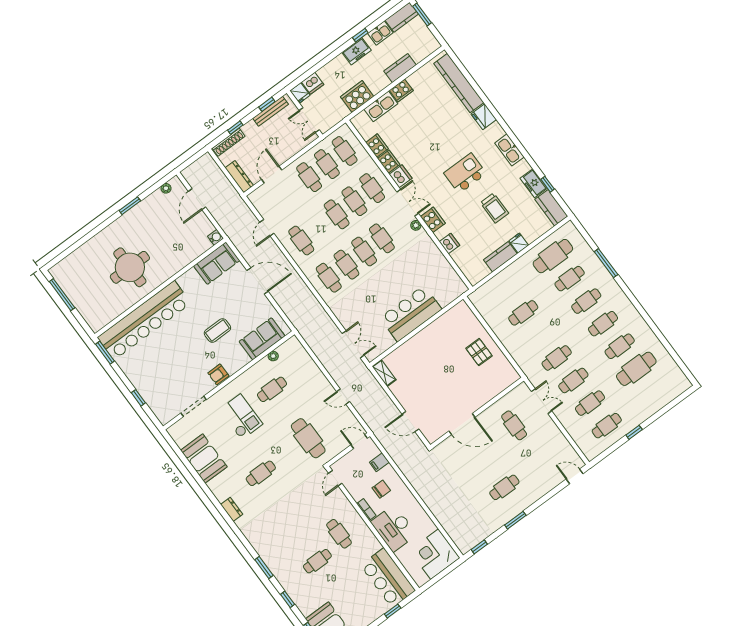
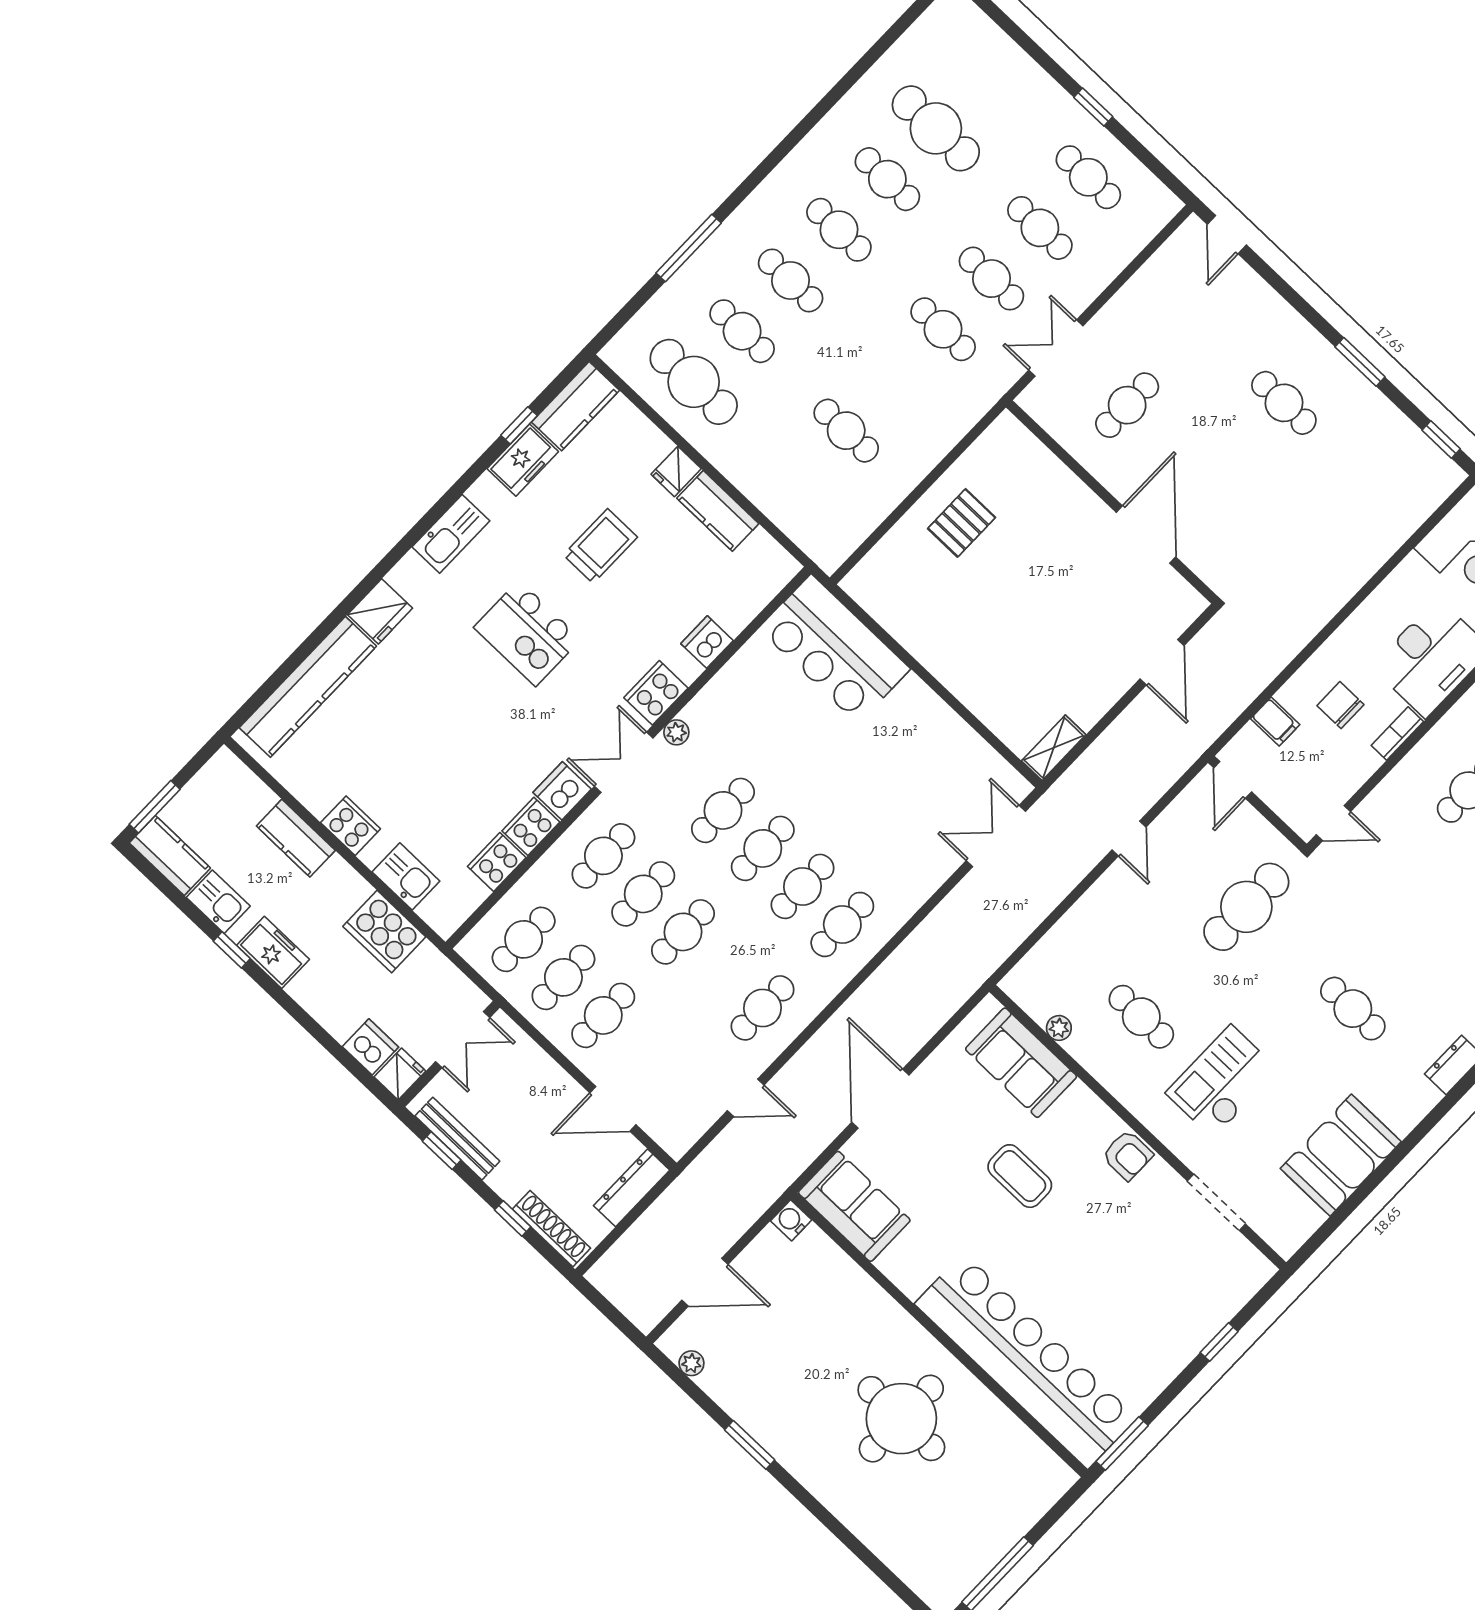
kitchen sink: (381, 106) -> (406, 876), width x0.73
bar counter: (411, 313) -> (835, 649), moved

